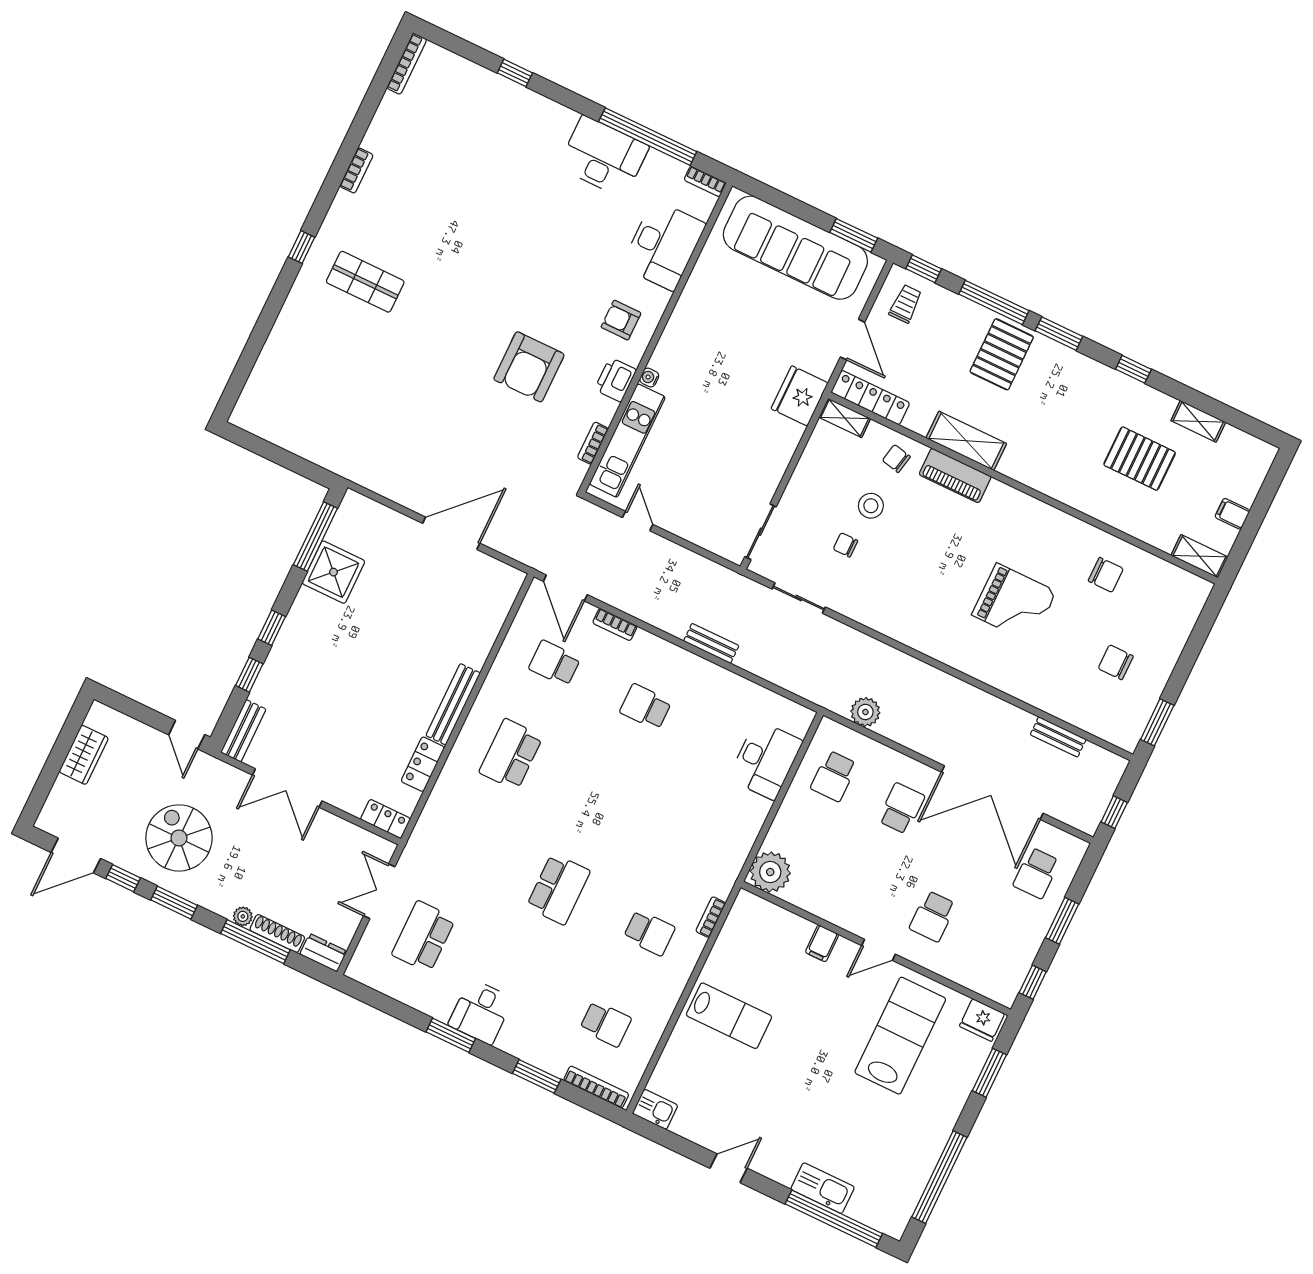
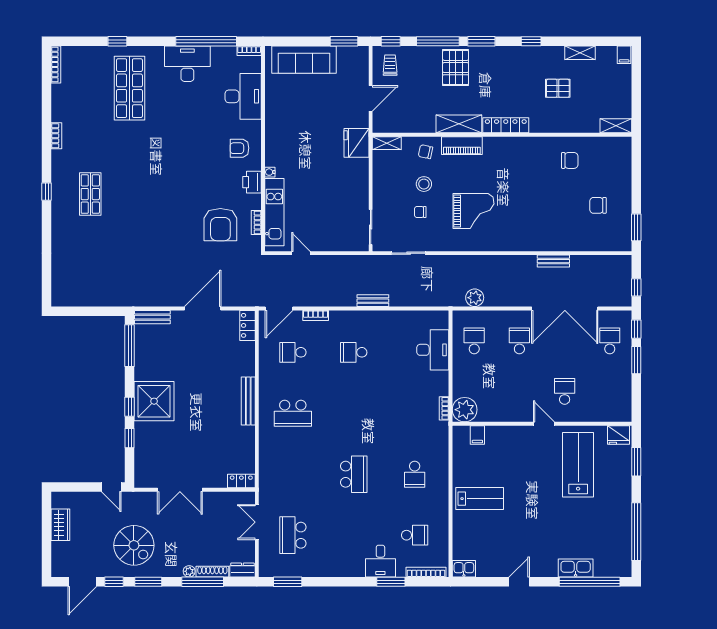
shop shelf: (500, 152) -> (129, 88), added
sofa: (795, 248) -> (304, 60), width x0.74, depth x0.79
shop shelf: (365, 282) -> (90, 194), turned 90
door: (853, 340) -> (371, 98), hinge flipped
armchair: (529, 367) -> (220, 225), moved
locker: (870, 398) -> (506, 125), moved
pallet: (1140, 459) -> (558, 88), width x0.67, depth x0.71
filing cabinet: (1232, 514) -> (624, 55), moved, turned -90
shower: (333, 572) -> (154, 401), moved, width x1.37, depth x1.37
door: (565, 588) -> (279, 308), hinge flipped
grand piano: (1014, 603) -> (473, 211), moved
bench: (243, 731) -> (152, 317), moved, turned 90
bench: (1058, 737) -> (553, 261), moved
school desk: (511, 754) -> (293, 413), turned -90
locker: (423, 764) -> (247, 325), moved
school desk: (834, 776) -> (474, 341), turned 180
spiral stairs: (179, 838) -> (134, 545), turned 180
school desk: (1036, 873) -> (610, 341), turned 180
school desk: (933, 916) -> (565, 391), turned 180
bookcase: (711, 917) -> (444, 408), moved
school desk: (649, 933) -> (415, 474), turned 90
filing cabinet: (822, 943) -> (477, 435), moved
door: (878, 950) -> (544, 424), swing flipped
window: (1033, 982) -> (636, 329), moved
desk: (481, 1012) -> (380, 561), moved
window: (451, 1035) -> (288, 582), moved

